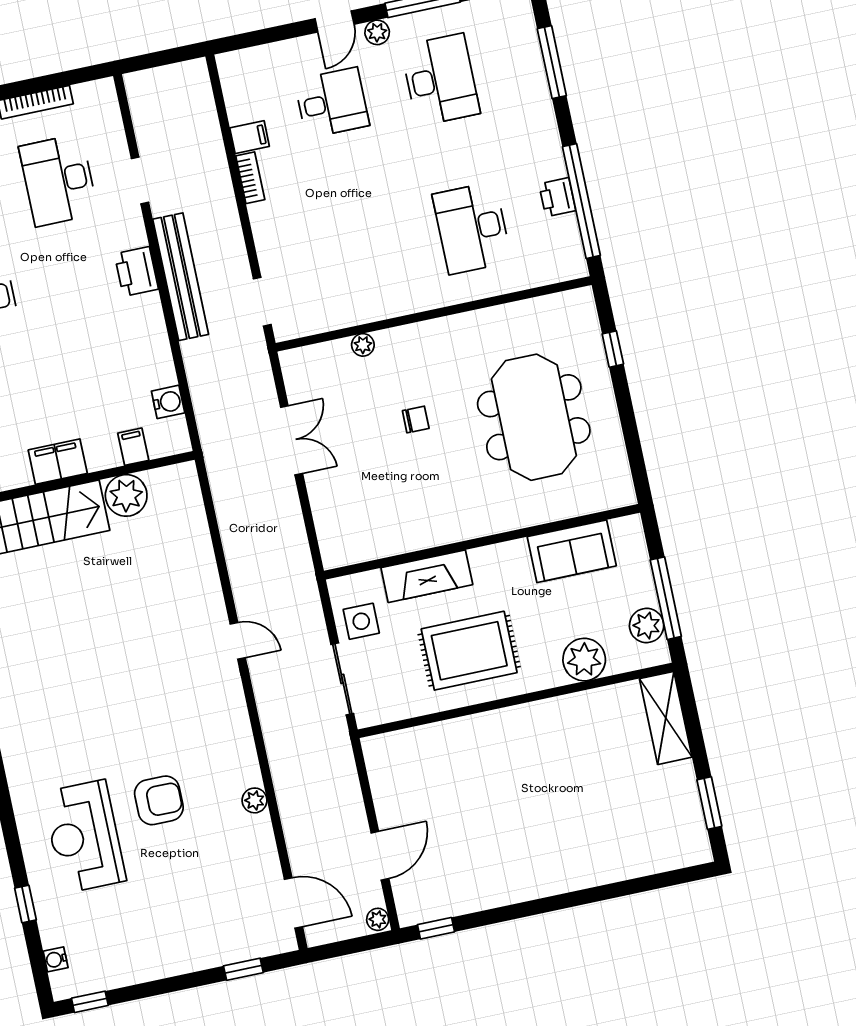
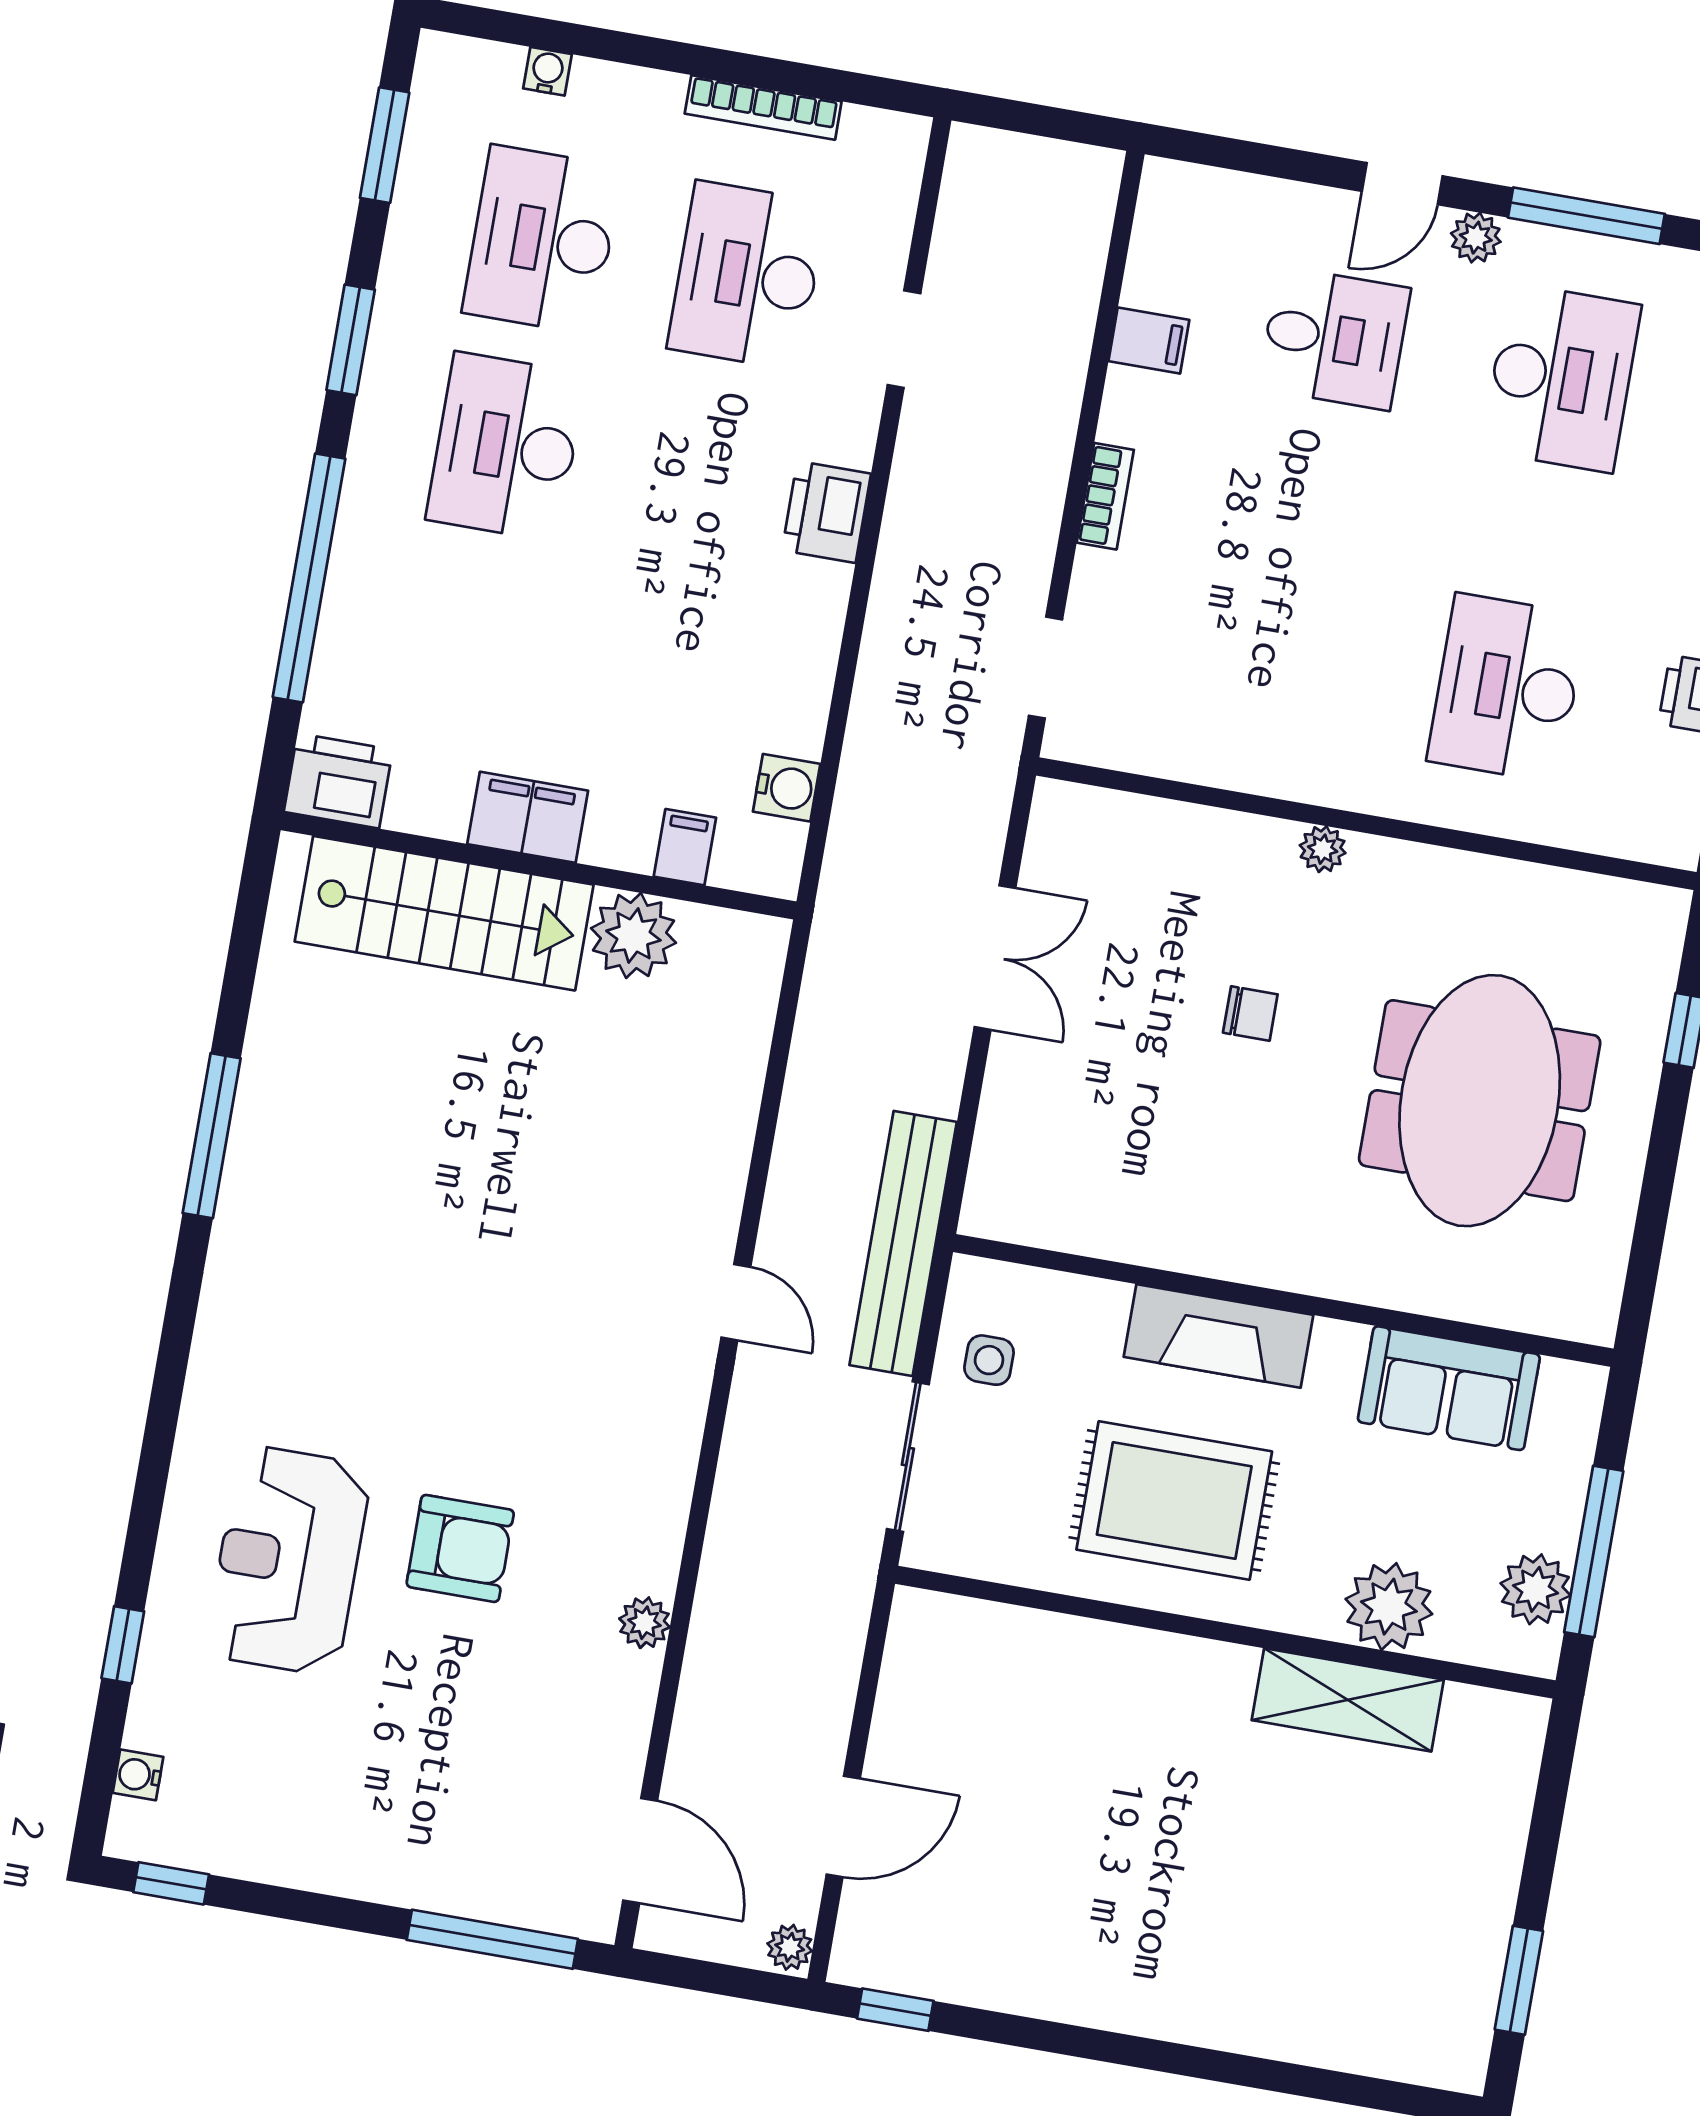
bookcase: (250, 178) -> (1105, 496), moved
bench: (181, 277) -> (903, 1243), moved
plant: (363, 345) -> (1323, 849), moved
fireplace: (427, 576) -> (1218, 1336), moved
side table: (361, 621) -> (989, 1360), width x0.73, depth x0.73
shelving: (666, 718) -> (1348, 1700), moved, turned 90
window: (243, 969) -> (492, 1939), width x2.17

